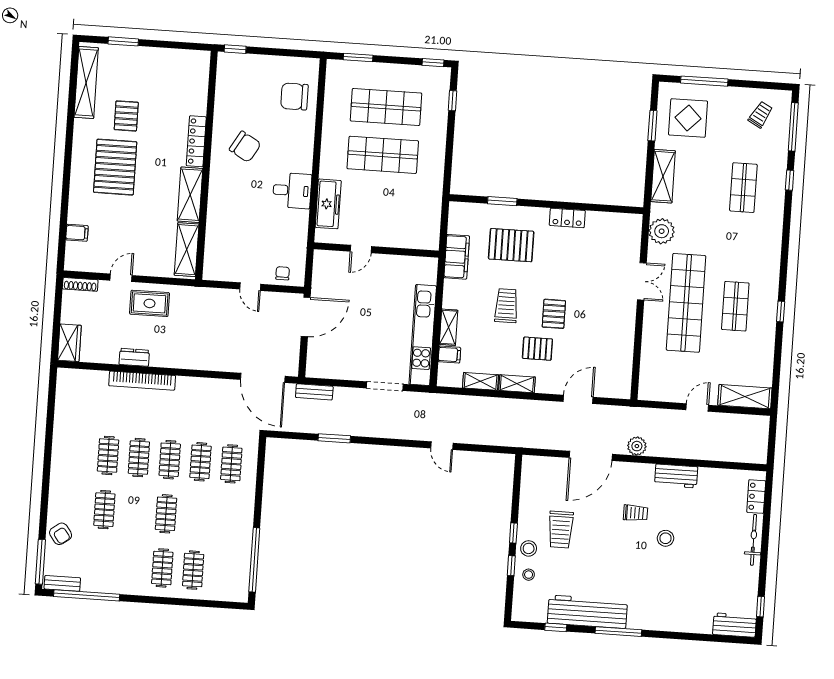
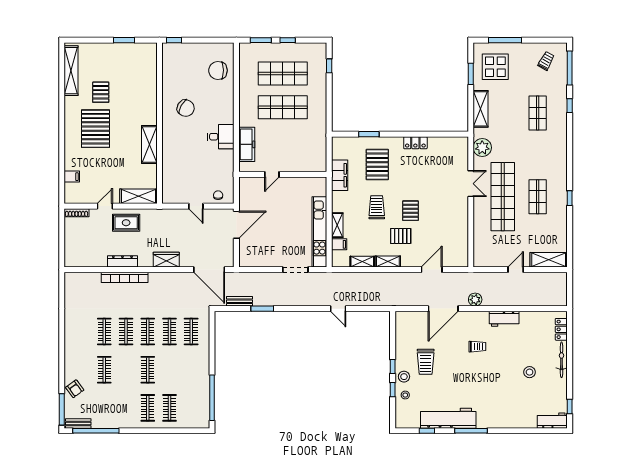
window: (123, 41) -> (124, 40), moved
window: (433, 63) -> (288, 40), moved
locker: (196, 141) -> (151, 107), removed
pallet: (511, 245) -> (377, 165), turned 90
shelving: (187, 250) -> (138, 196), moved, turned 90
wardrobe: (69, 343) -> (166, 260), moved, turned -90
dresser: (134, 357) -> (122, 261), width x1.44
bench: (314, 392) -> (239, 301), moved
stool: (666, 538) -> (530, 372), moved

